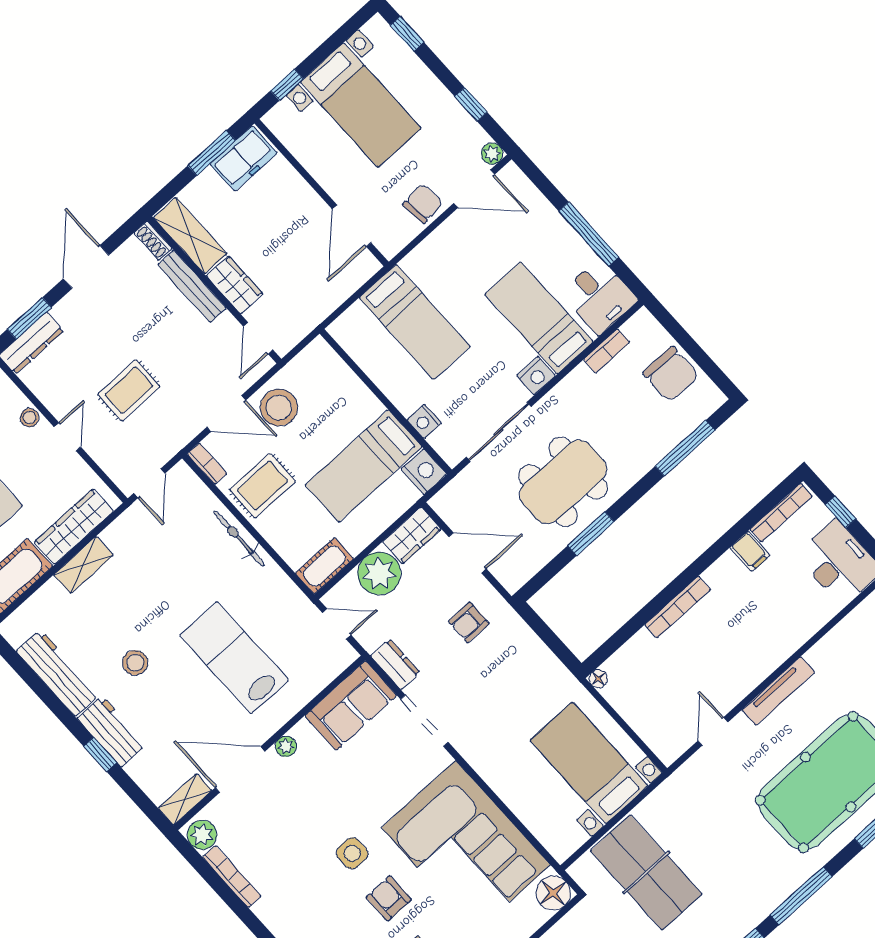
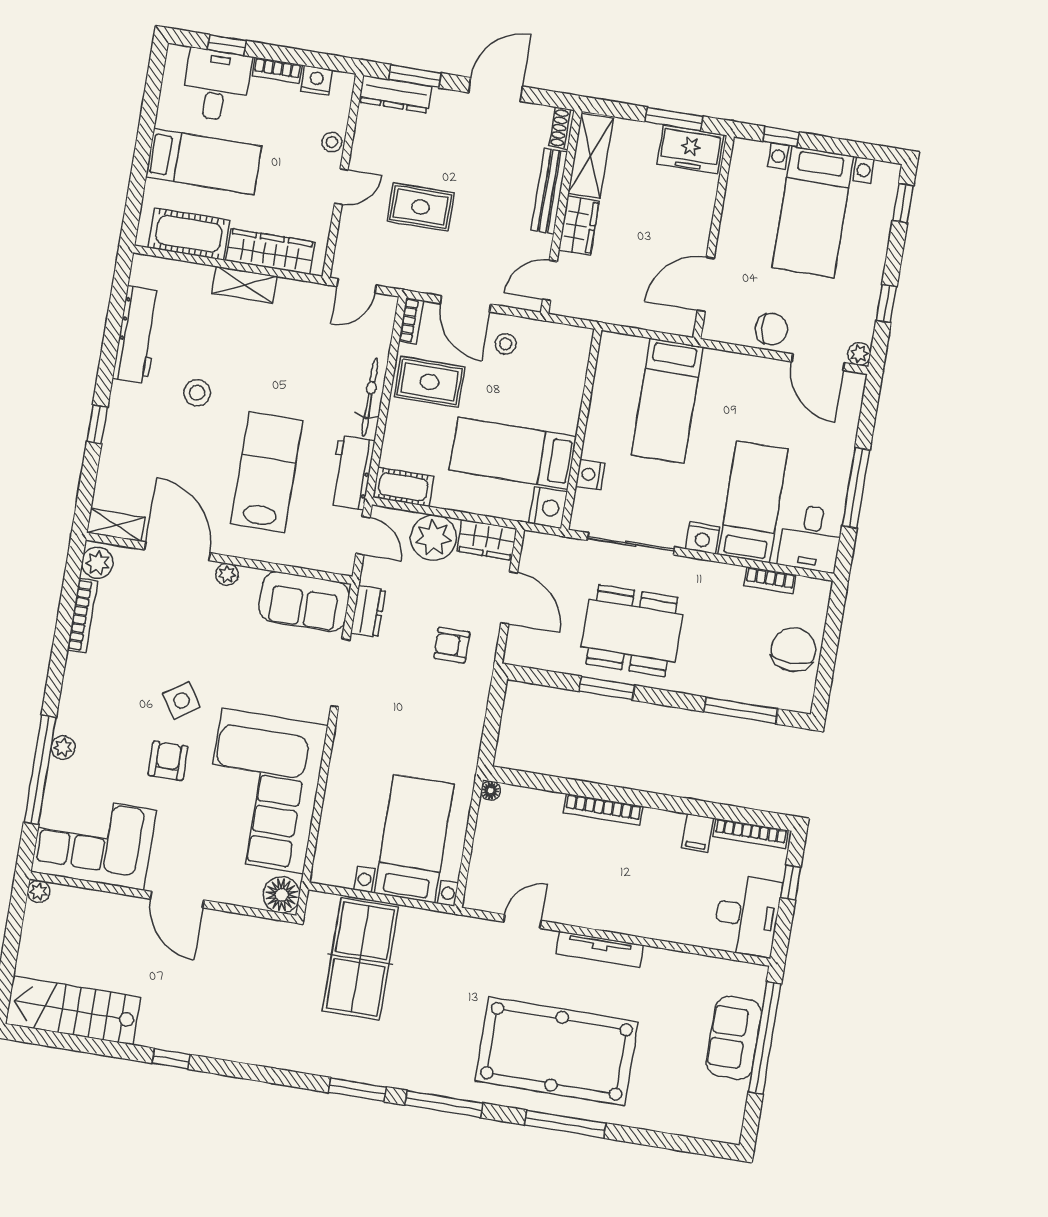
chair: (671, 374) -> (793, 649), turned 180
stool: (279, 408) -> (506, 344), width x0.53, depth x0.53
workbench: (112, 731) -> (351, 473), moved, turned 180
side table: (352, 853) -> (182, 701), turned -34

